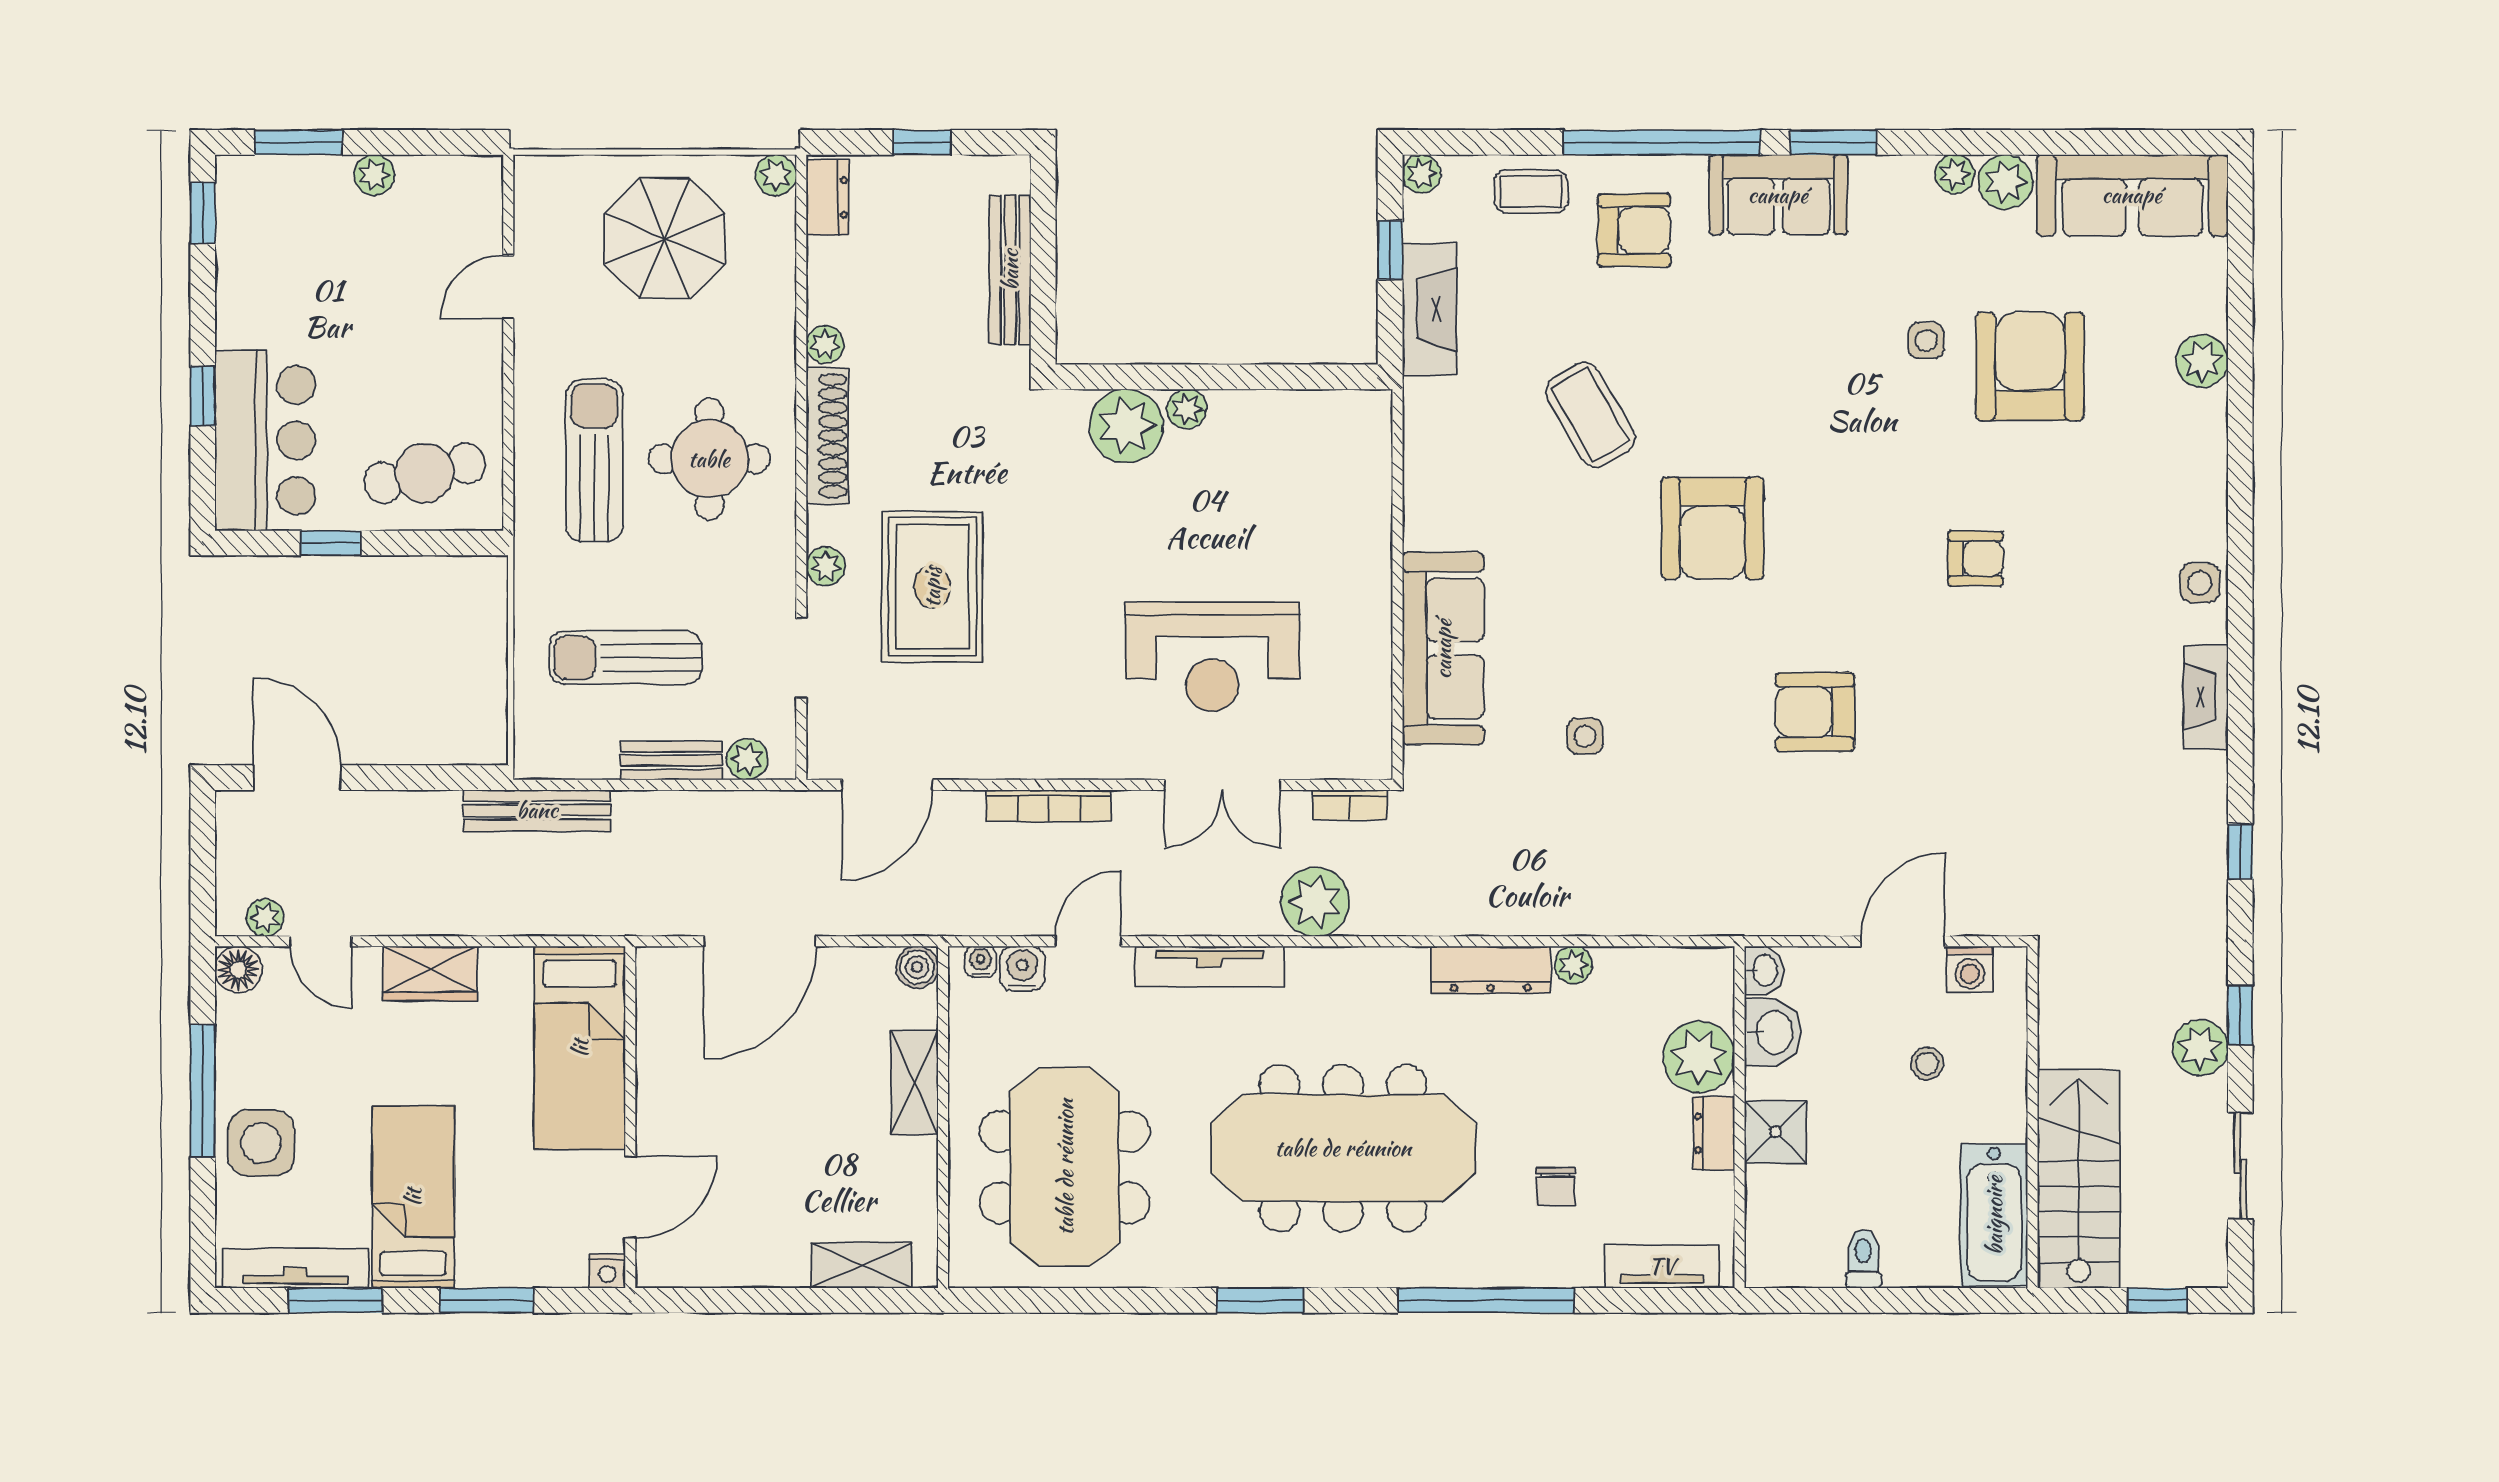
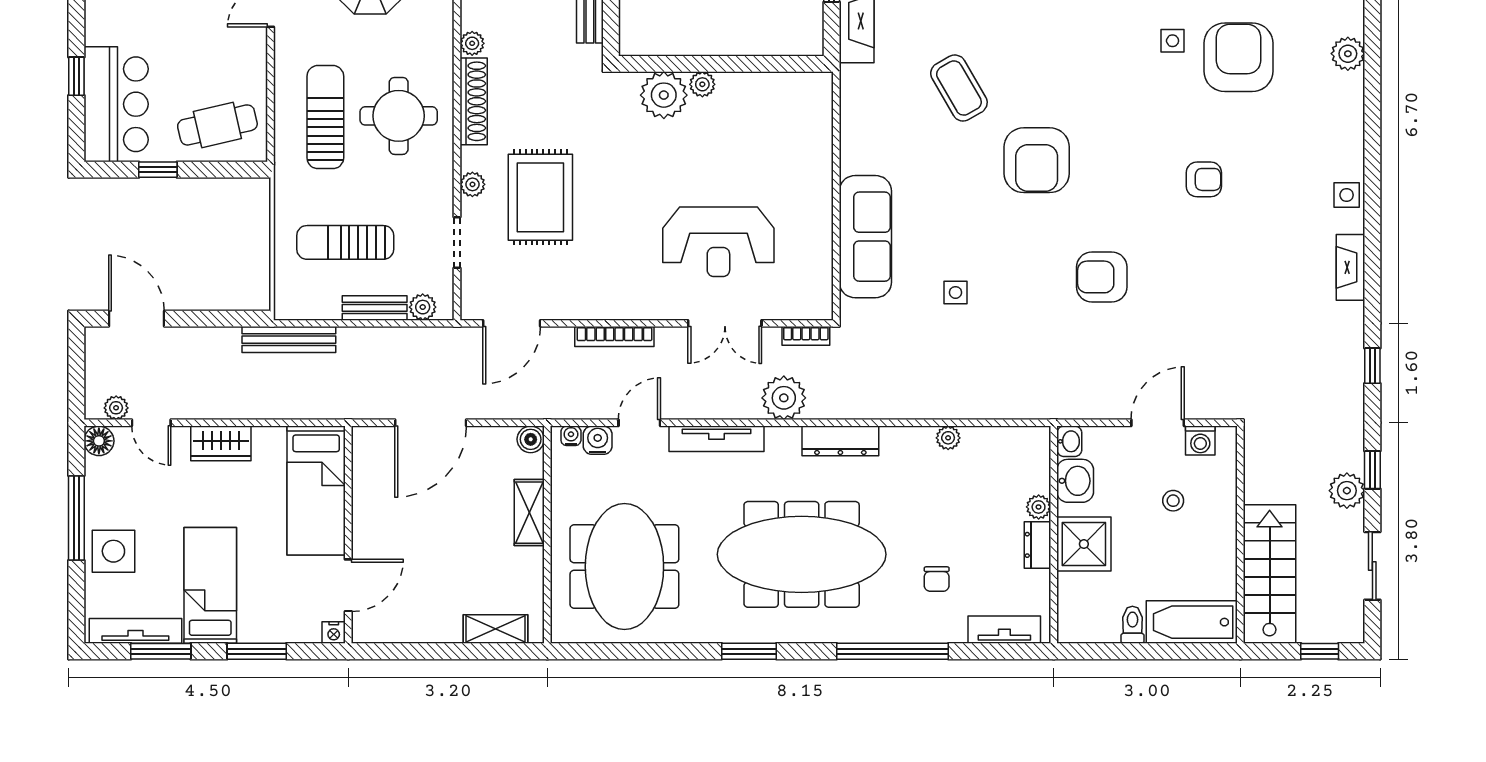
dresser: (1491, 970) -> (840, 441), moved
plant: (1699, 1057) -> (1039, 507), width x0.53, depth x0.53
shower: (1775, 1132) -> (1084, 544), width x1.36, depth x1.36
bathtub: (1994, 1215) -> (1192, 622), moved, turned 90

